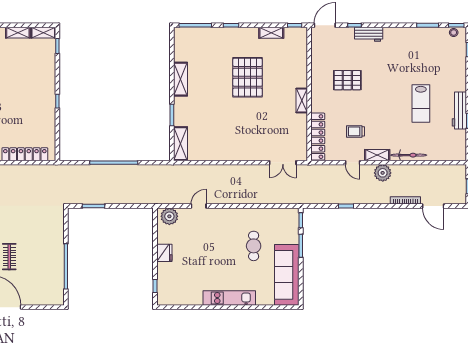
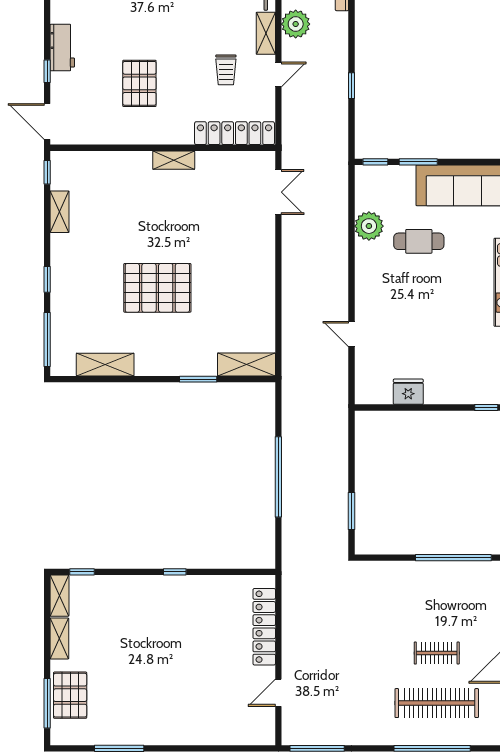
pallet: (248, 77) -> (157, 288), moved
shelving: (180, 79) -> (105, 365), moved
plant: (169, 216) -> (369, 226), moved
fridge: (164, 253) -> (408, 392), moved

